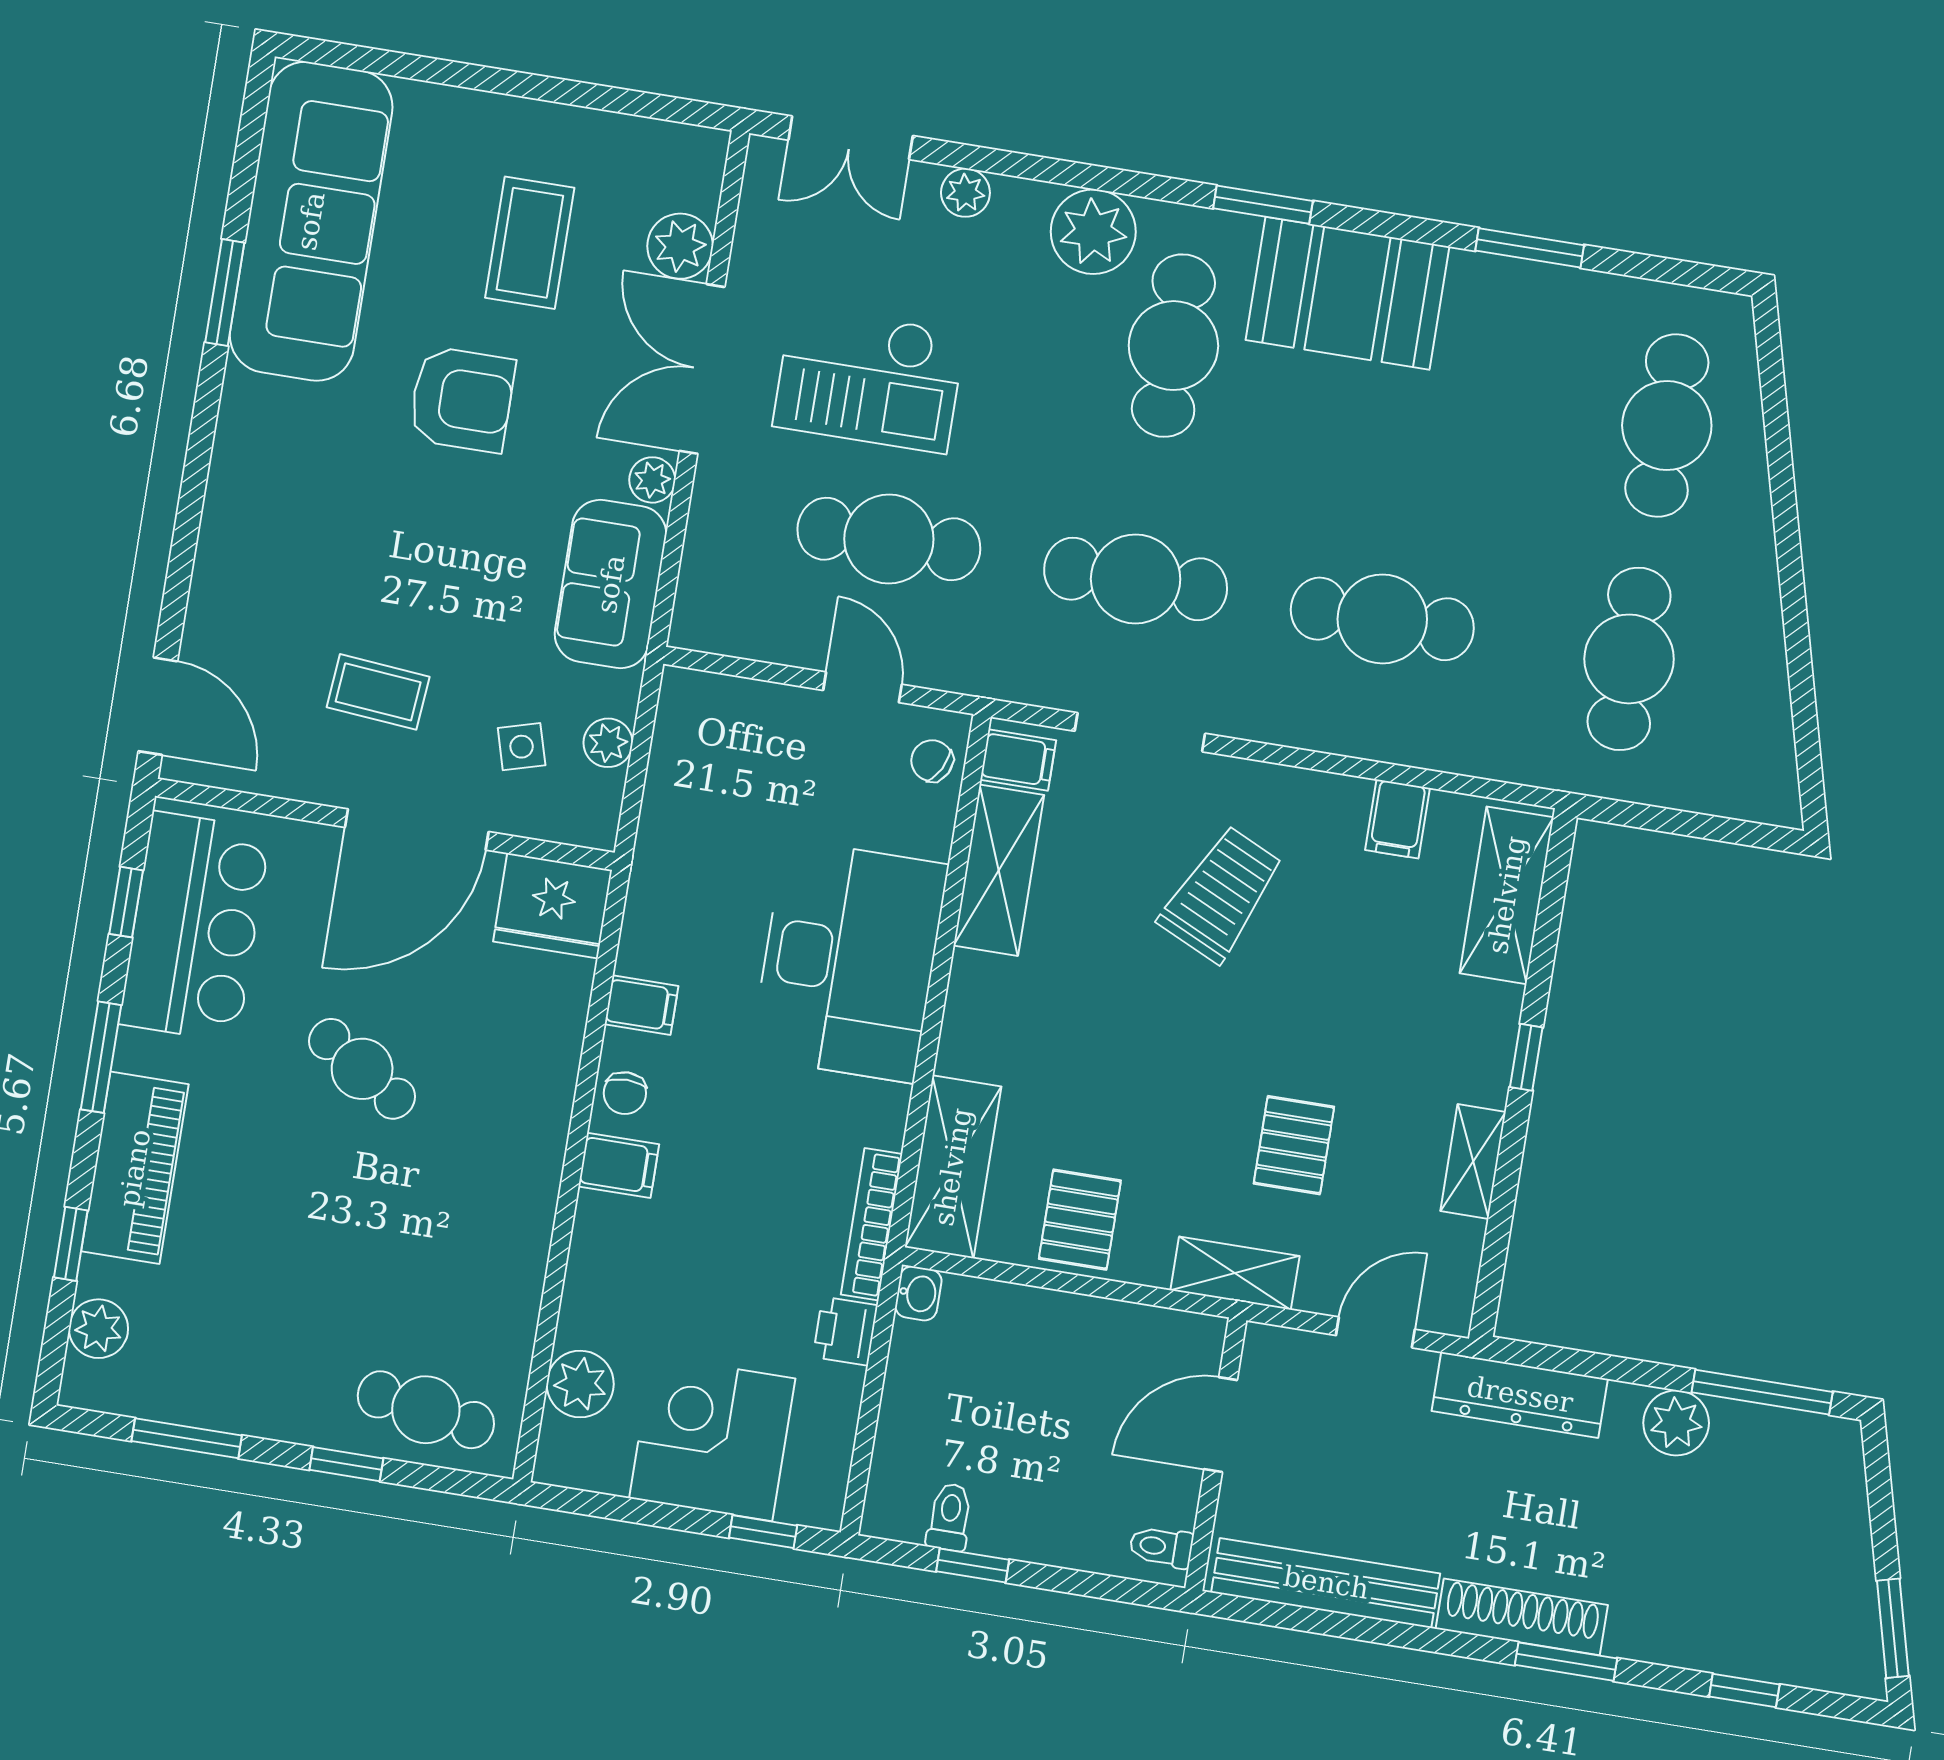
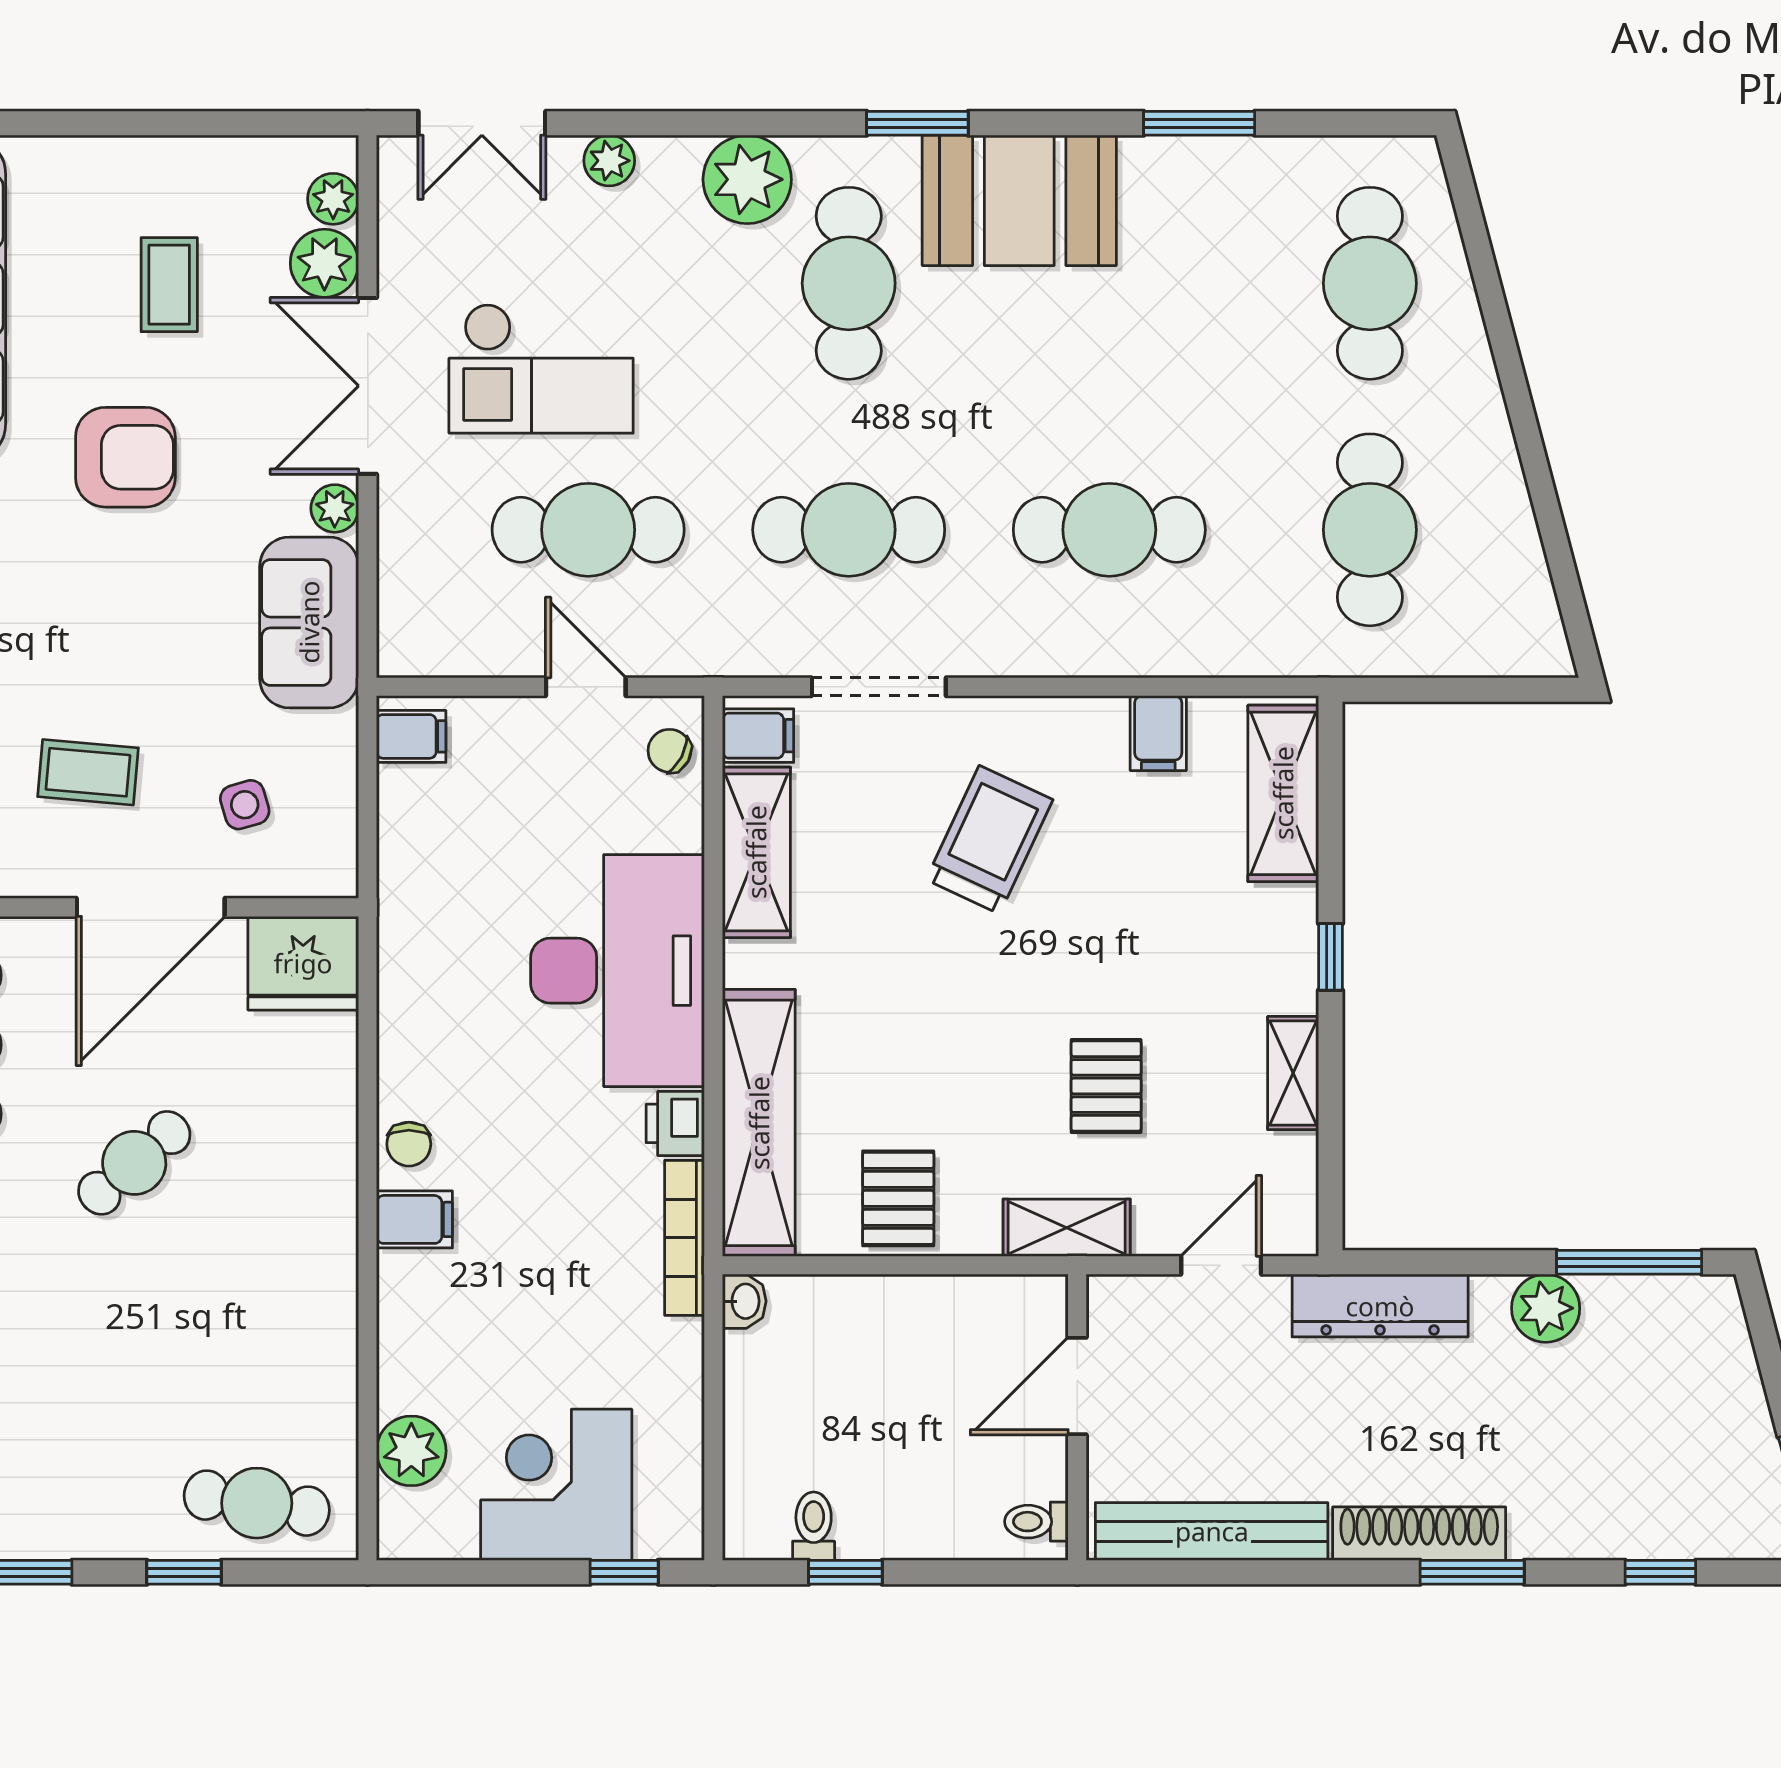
coffee table: (530, 243) -> (169, 285), width x0.73, depth x0.77
plant: (608, 743) -> (333, 199), moved
filing cabinet: (641, 1005) -> (411, 736), moved
cafe table: (362, 1069) -> (134, 1163), turned -74
shelving: (953, 1167) -> (759, 1123), width x1.47
printer: (845, 1331) -> (675, 1123), moved

